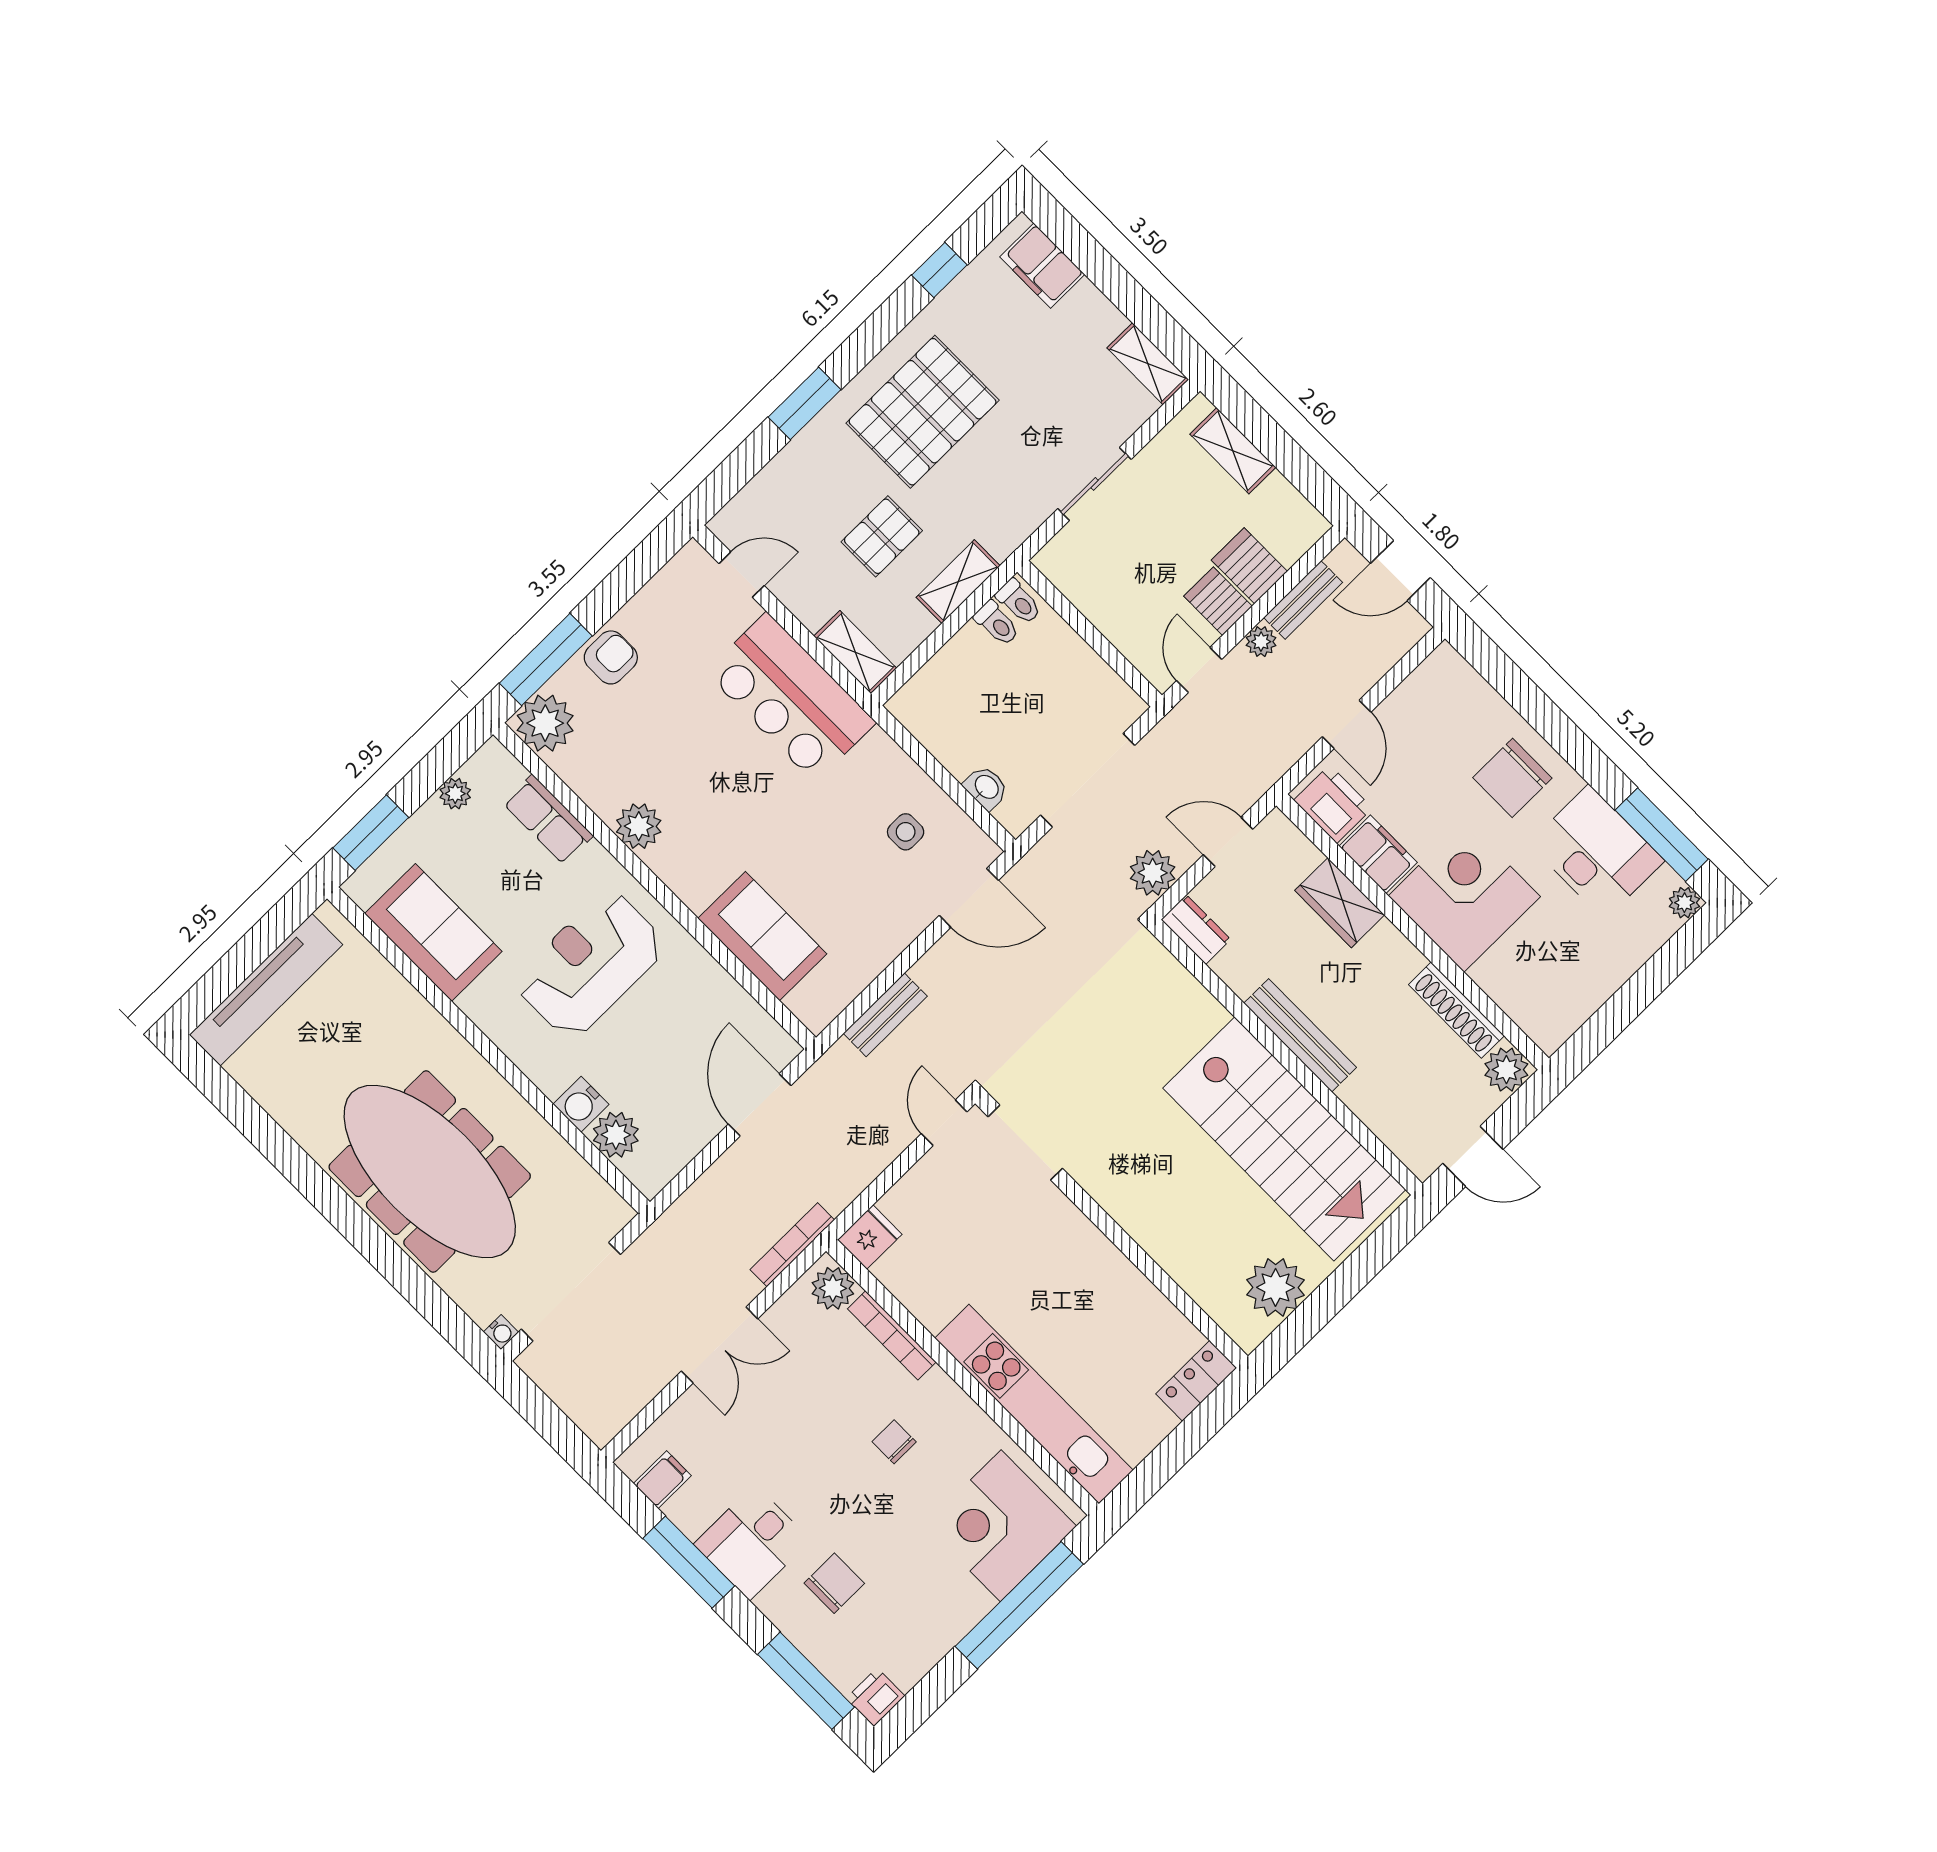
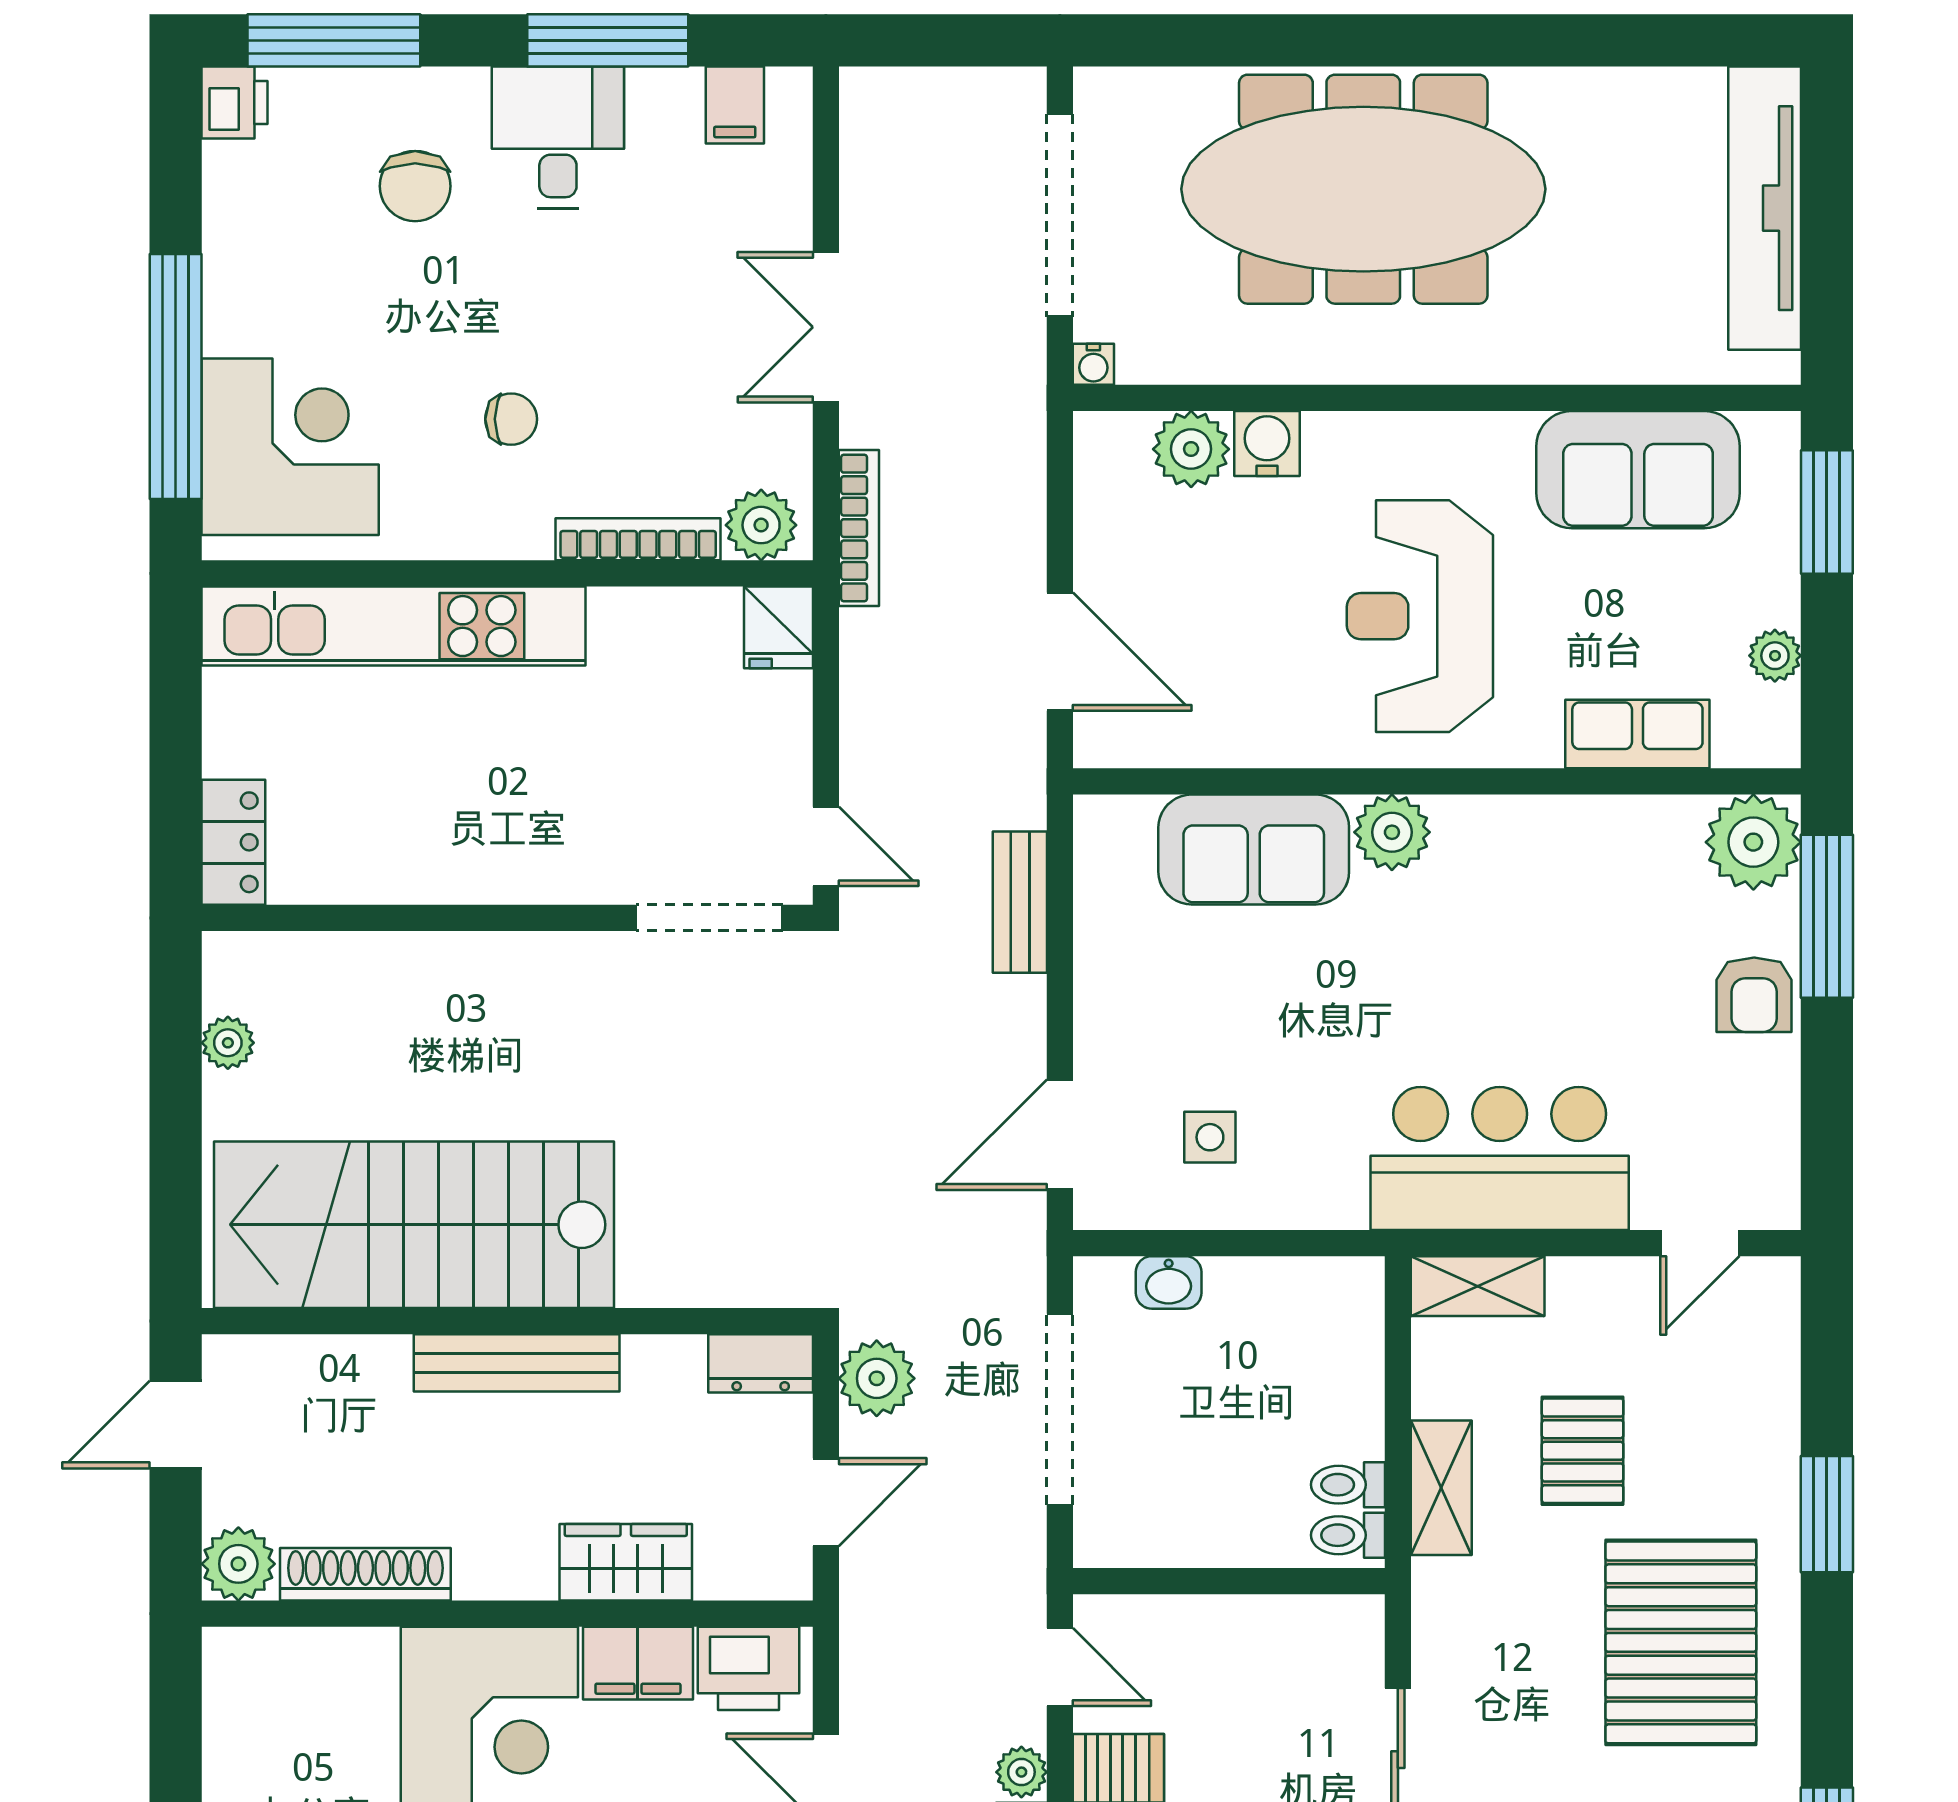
plant: (639, 826) -> (1392, 832), moved
reception desk: (590, 964) -> (1420, 616), turned 180
plant: (1276, 1287) -> (228, 1043), width x0.53, depth x0.53
water cooler: (501, 1332) -> (1093, 364), moved, turned -90

